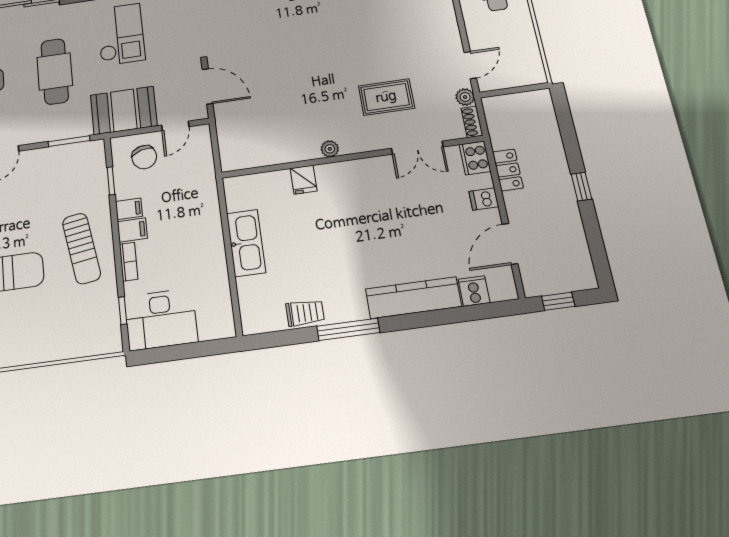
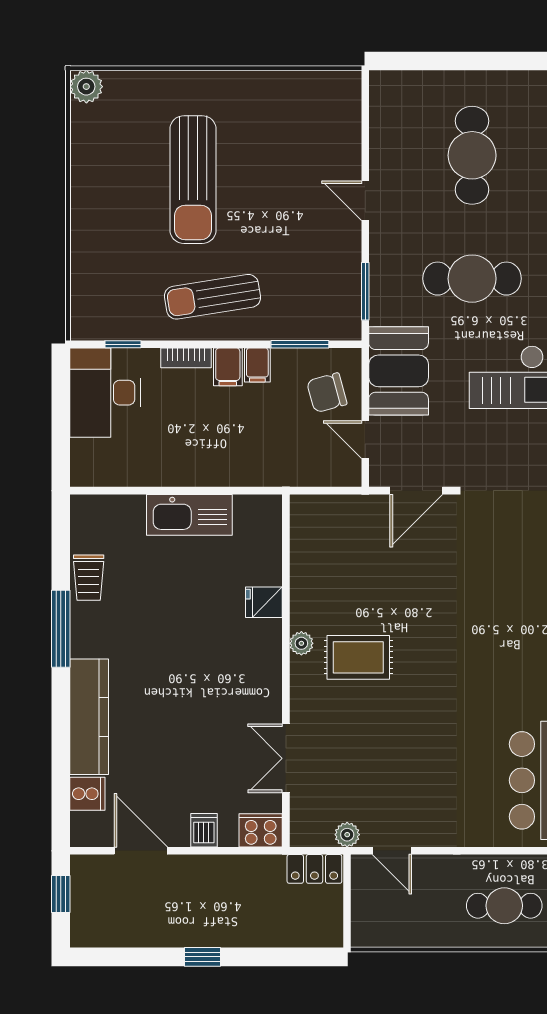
rug: (386, 97) -> (358, 657), moved, turned 90
shoe rack: (472, 122) -> (311, 837), removed
locker: (508, 170) -> (314, 869), moved
window: (111, 181) -> (300, 344), width x1.50

